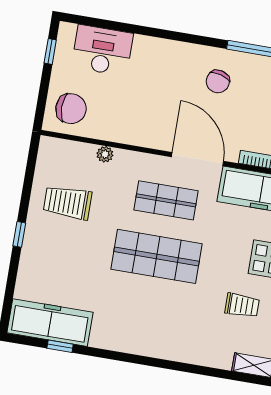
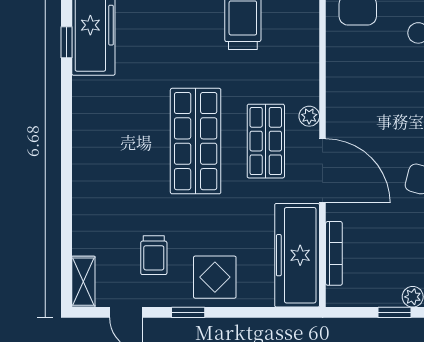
plant: (105, 154) -> (309, 116), moved
door: (198, 159) -> (323, 171), hinge flipped

